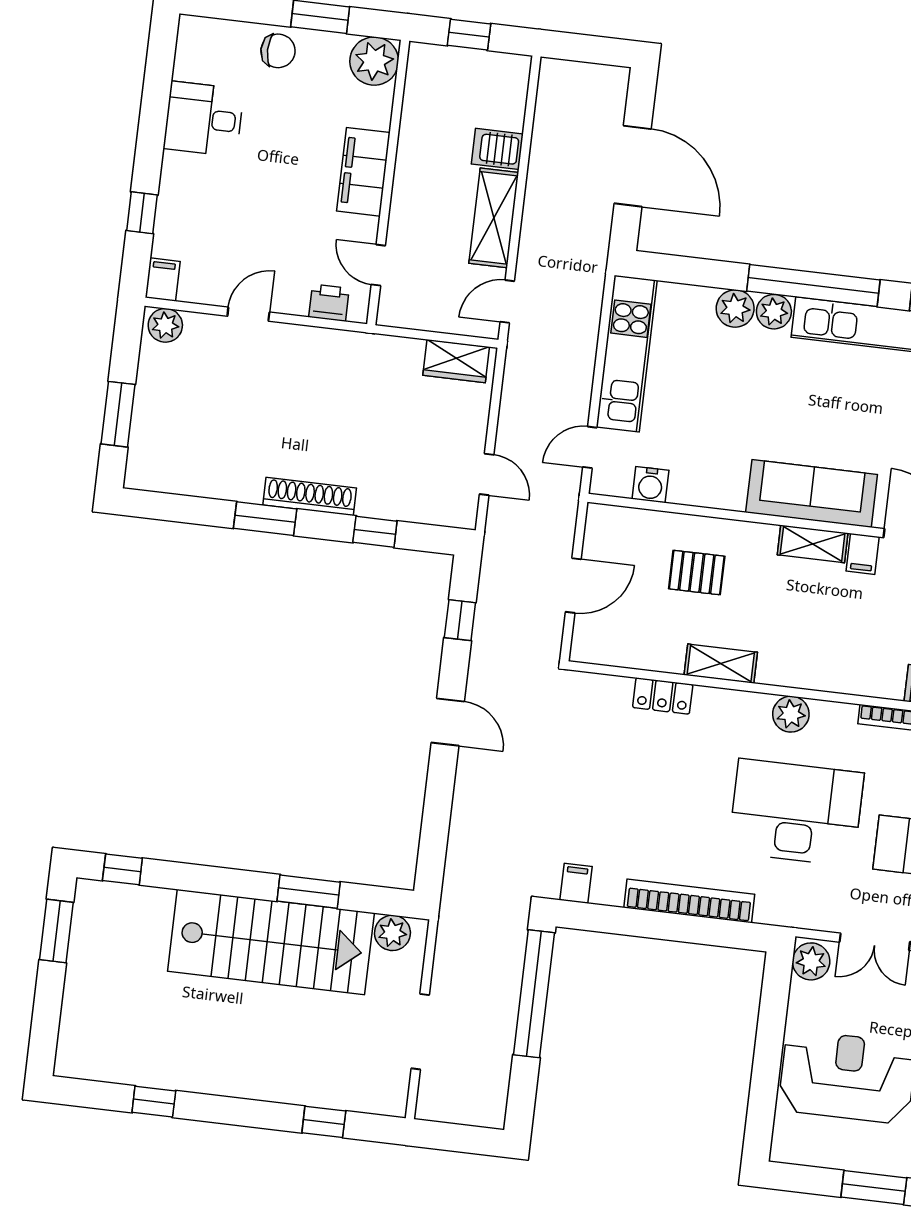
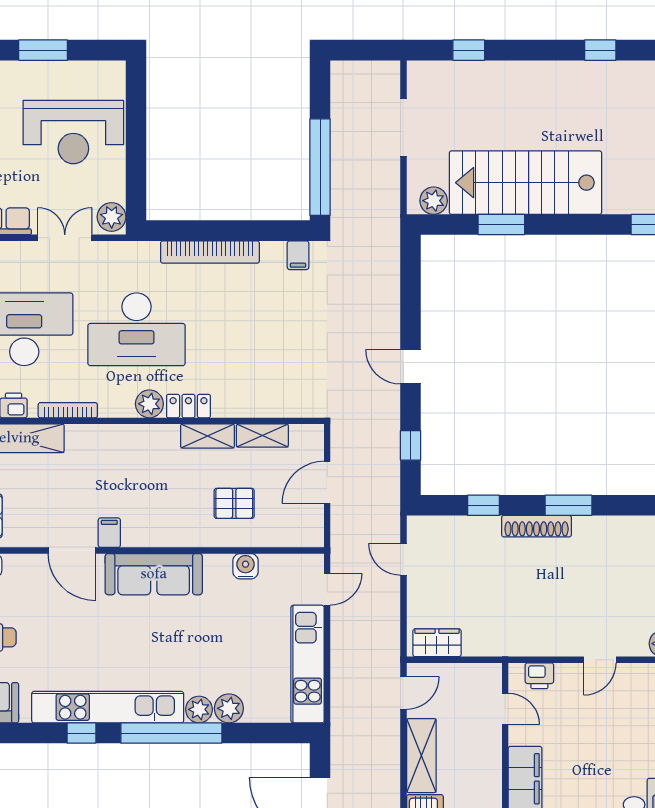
water cooler: (650, 485) -> (246, 566), moved
shelving: (813, 544) -> (262, 436), moved
locker: (663, 696) -> (188, 406), moved

